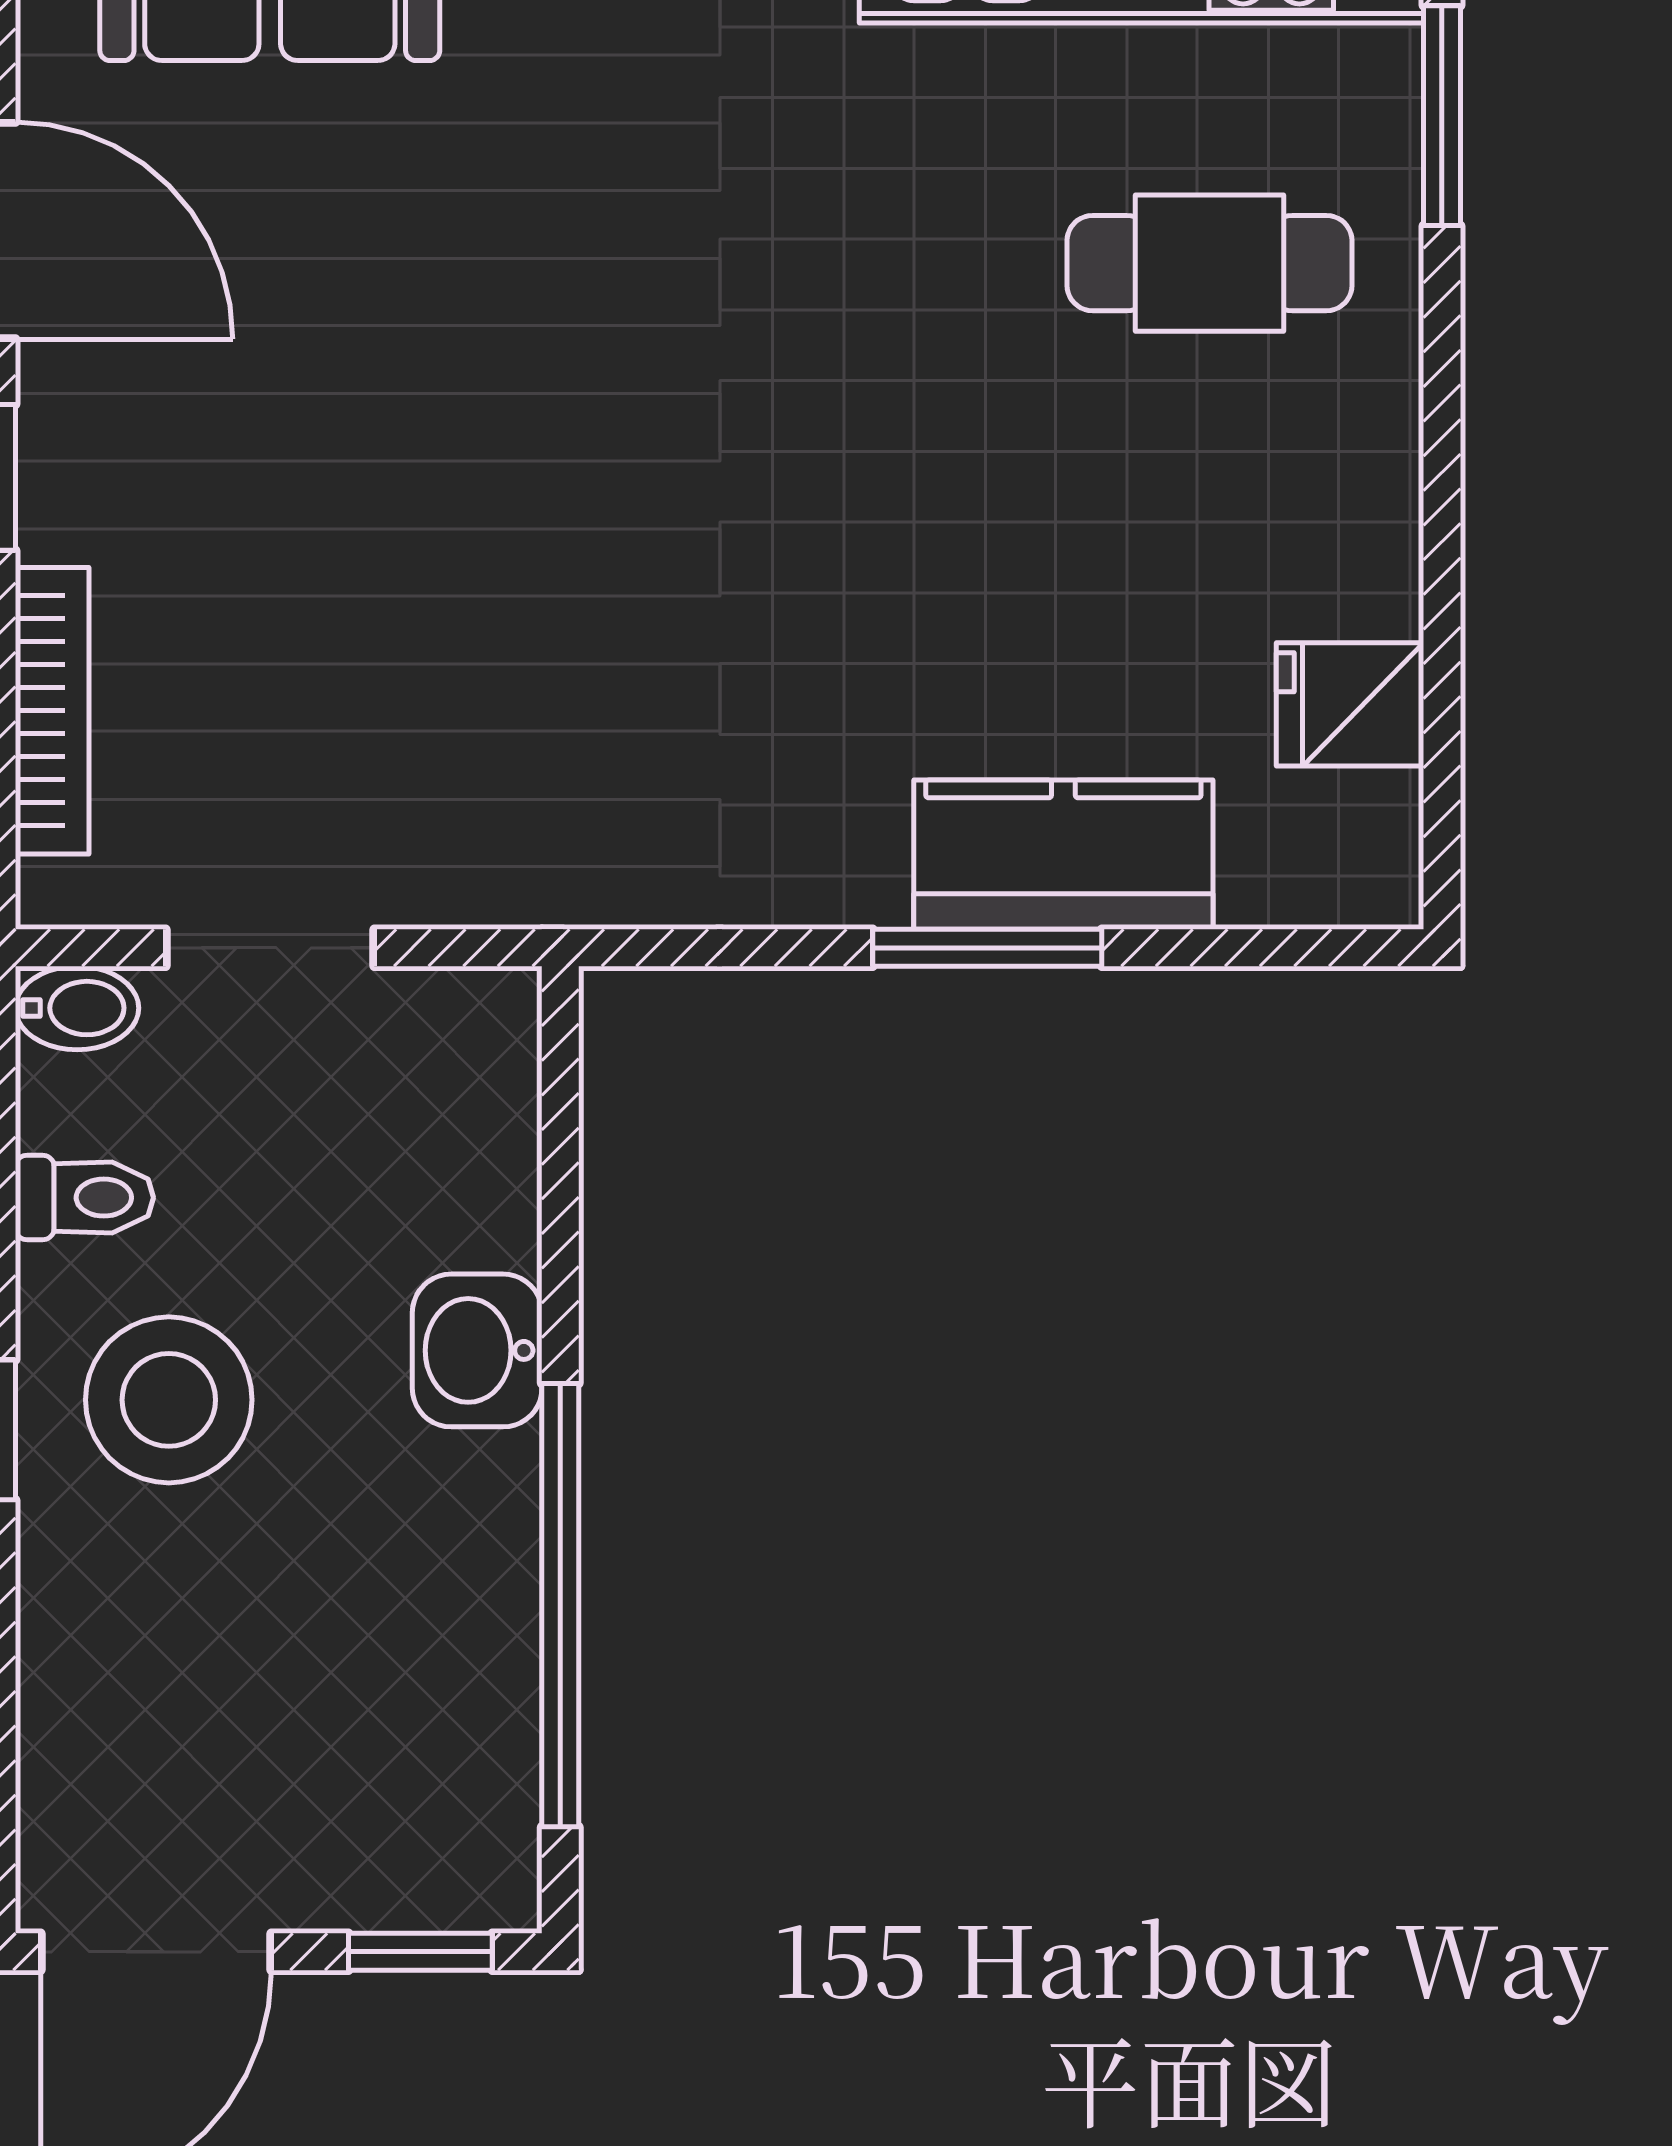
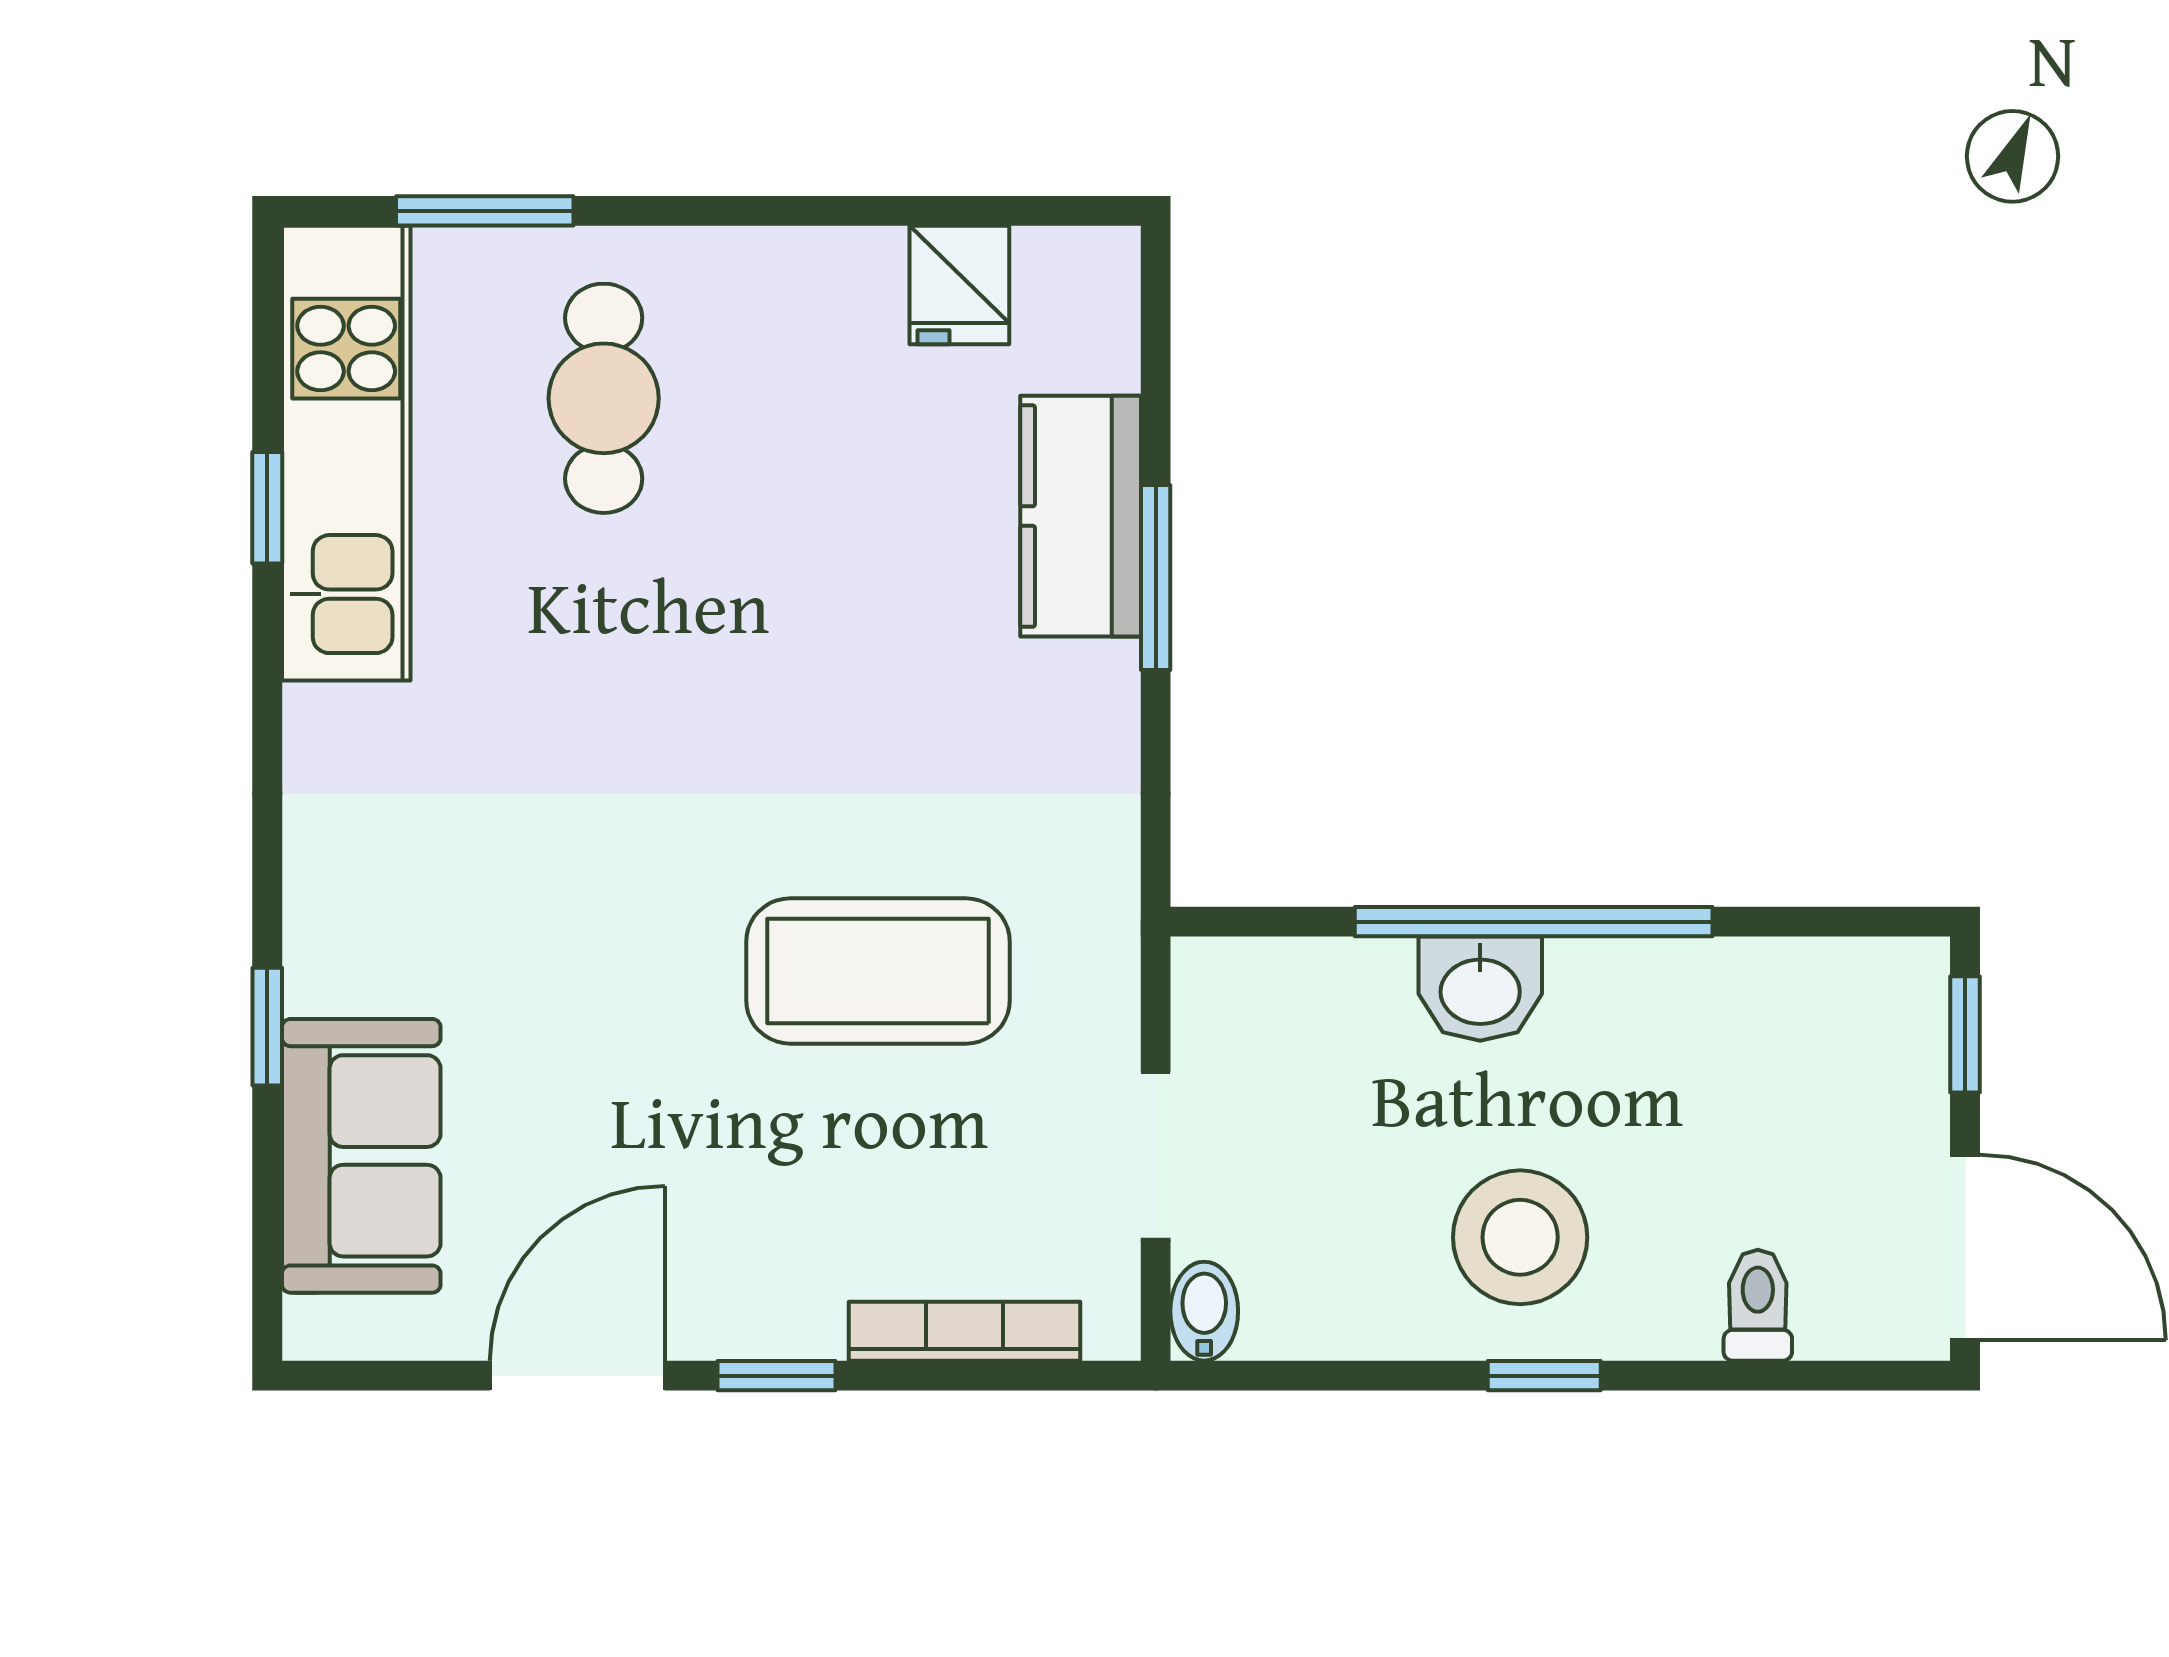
coffee table: (499, 603) -> (878, 971), added
toilet: (84, 1198) -> (1758, 1305), moved
window: (560, 1605) -> (1534, 922), moved

